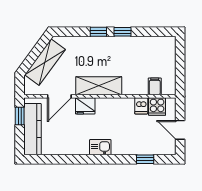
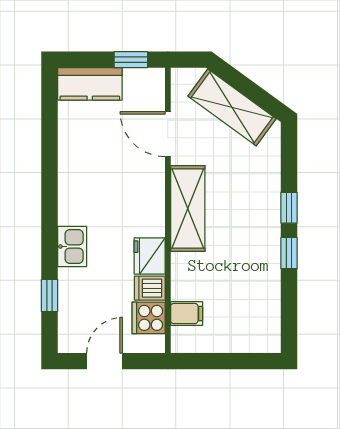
fridge: (85, 106) -> (150, 256), moved
kitchen counter: (33, 129) -> (90, 84), width x0.67
kitchen sink: (100, 147) -> (72, 246), moved

